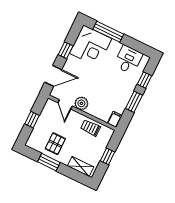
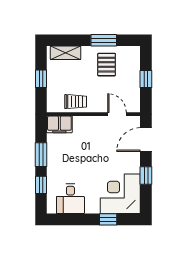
window: (108, 32) -> (108, 219), width x0.46
plant: (81, 103) -> (99, 124), removed
filing cabinet: (115, 119) -> (59, 124), width x2.00

